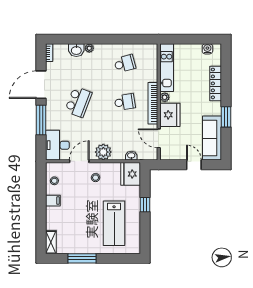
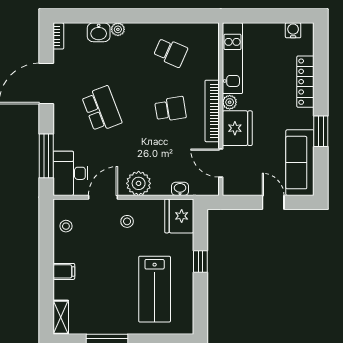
school desk: (125, 64) -> (170, 52), turned 39
school desk: (78, 102) -> (102, 109), turned -42
window: (41, 120) -> (46, 156), moved
filing cabinet: (53, 201) -> (64, 271), moved

